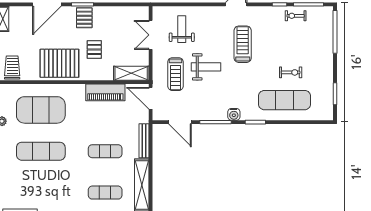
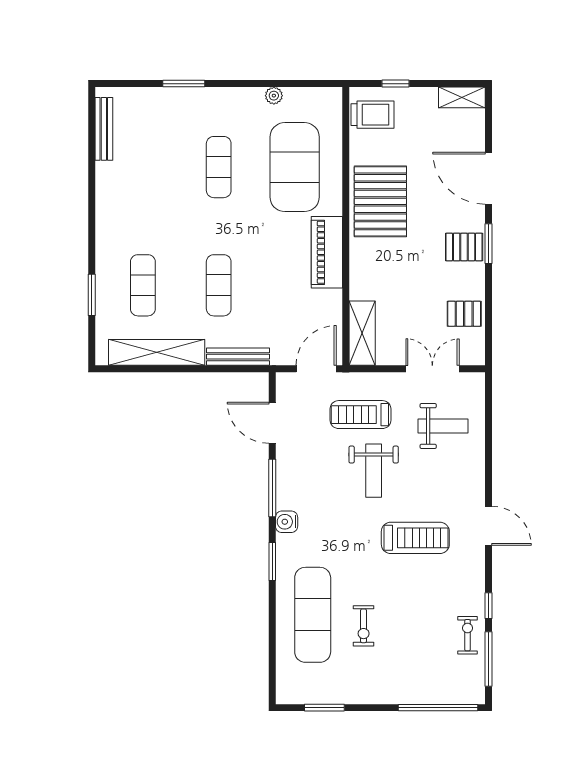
pallet: (94, 49) -> (464, 314), moved
piano: (105, 92) -> (327, 252), moved
door: (180, 122) -> (272, 423), hinge flipped
exercise mat: (41, 151) -> (219, 167), width x0.73, depth x0.69

